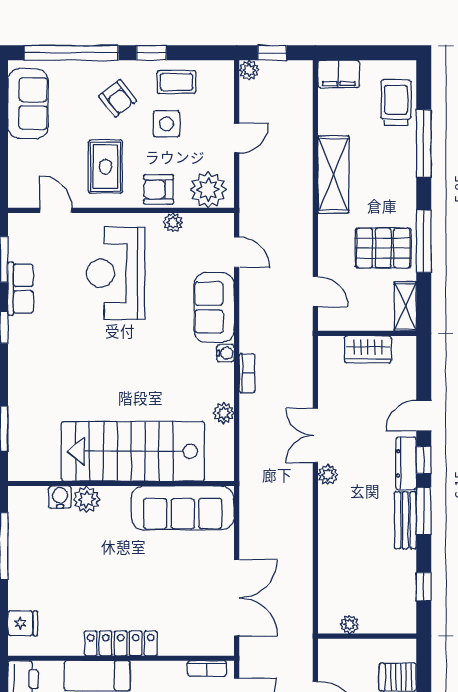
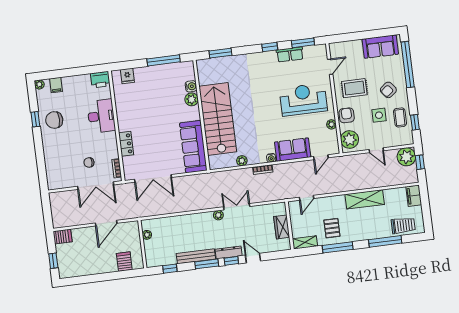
window: (151, 53) -> (415, 122), moved
plant: (249, 70) -> (406, 157), width x1.88, depth x1.88
pallet: (383, 248) -> (332, 228), width x0.67, depth x0.71
bench: (405, 520) -> (196, 256), width x1.36
locker: (121, 643) -> (126, 144), moved, width x0.66

